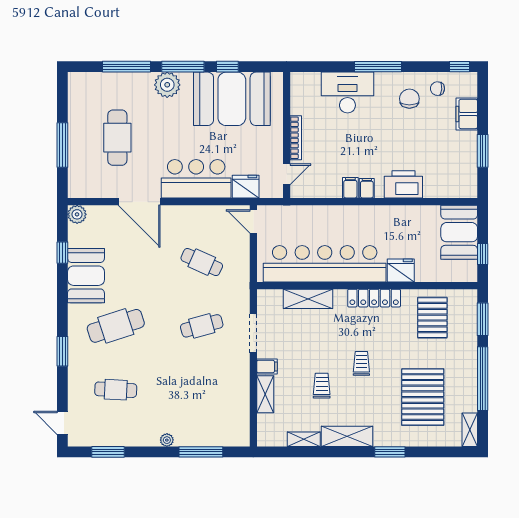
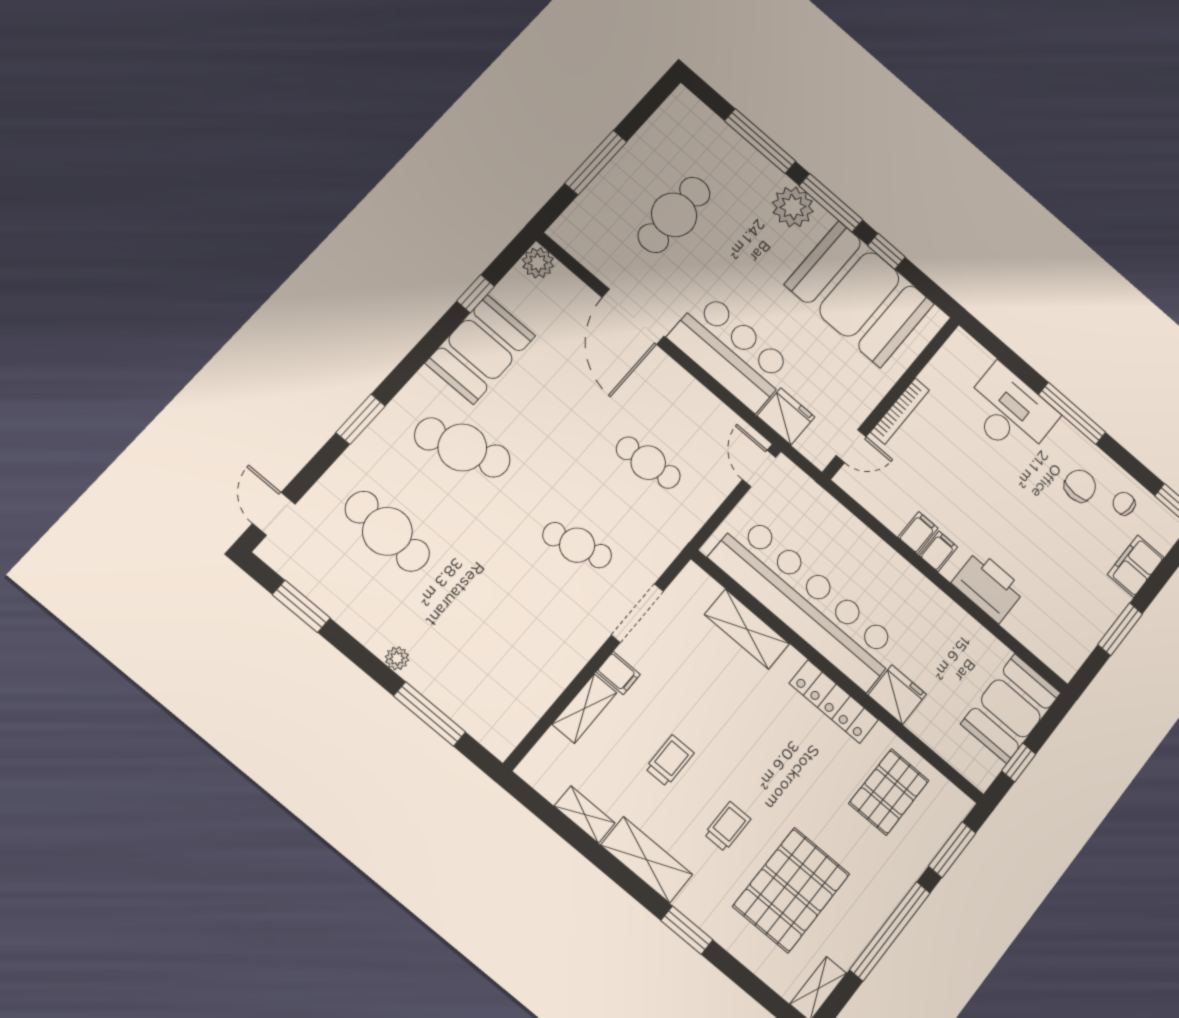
cafe table: (202, 262) -> (648, 463), turned -30
trolley: (361, 363) -> (727, 827), moved
cafe table: (116, 390) -> (387, 531), width x1.37, depth x1.35

